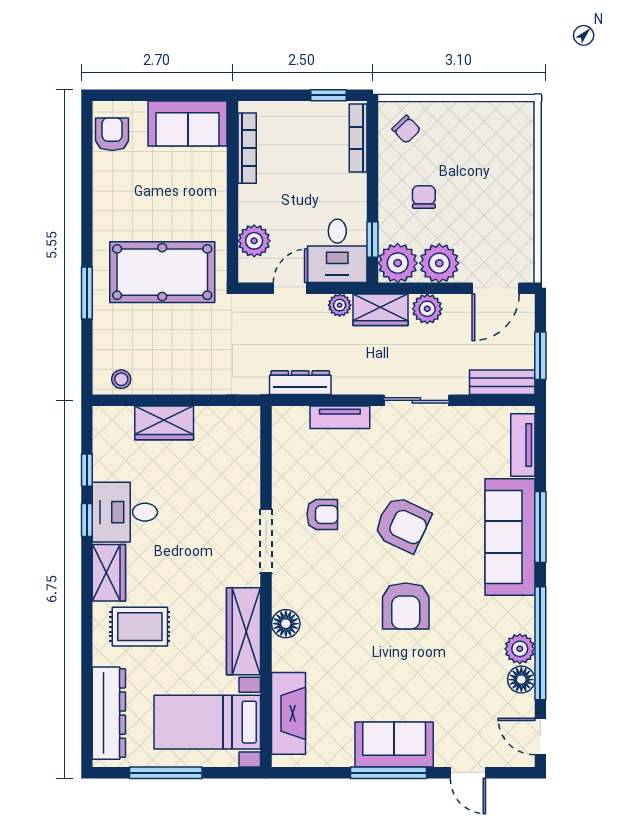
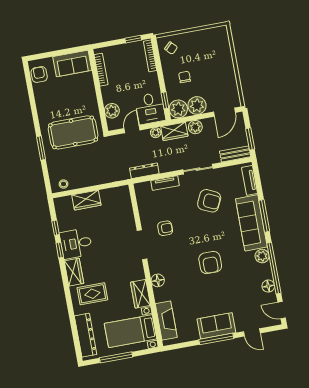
armchair: (402, 524) -> (209, 201), moved
wardrobe: (244, 631) -> (141, 294), width x0.67
plant: (520, 649) -> (262, 256), moved

